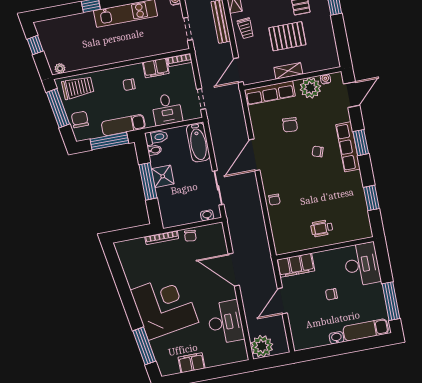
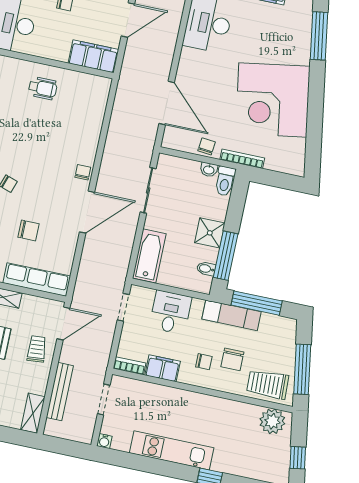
trolley: (246, 28) -> (37, 349), moved
plant: (60, 68) -> (272, 421), width x1.88, depth x1.88
chair: (80, 119) -> (232, 359), moved
chair: (290, 125) -> (28, 230), turned 86
toilet: (156, 137) -> (225, 181), moved, turned -90
window: (148, 181) -> (226, 256), moved
chair: (274, 200) -> (83, 172), moved
washbasin: (207, 215) -> (209, 170), moved
door: (234, 270) -> (167, 103), moved
corner desk: (164, 306) -> (273, 100), moved

